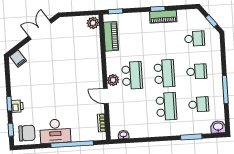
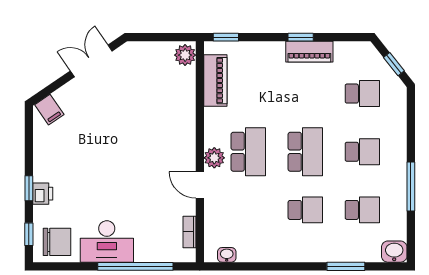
school desk: (166, 106) -> (305, 210), width x0.54

